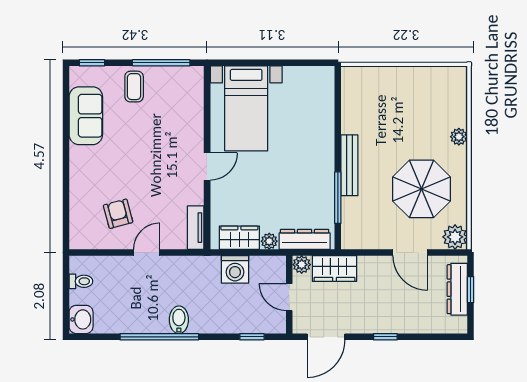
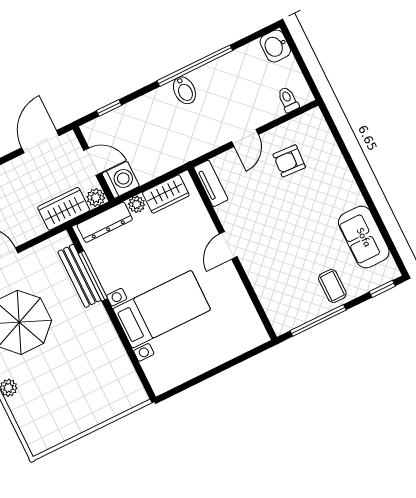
bed with nightstands: (246, 108) -> (162, 309), moved, turned 90
bench: (349, 165) -> (79, 276), moved
armchair: (118, 214) -> (289, 161), turned 108
washing machine: (235, 269) -> (121, 180), moved, turned 90
toilet: (81, 281) -> (288, 100), moved, turned 90

